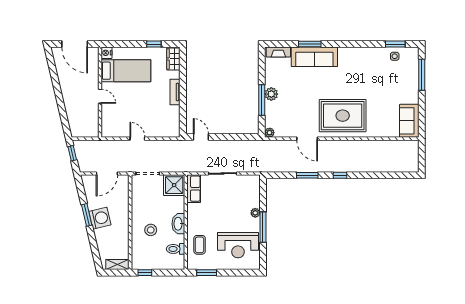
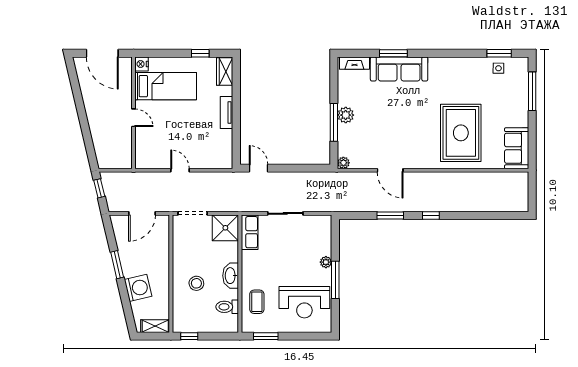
rug: (343, 116) -> (461, 133), moved, turned 90
washing machine: (100, 218) -> (138, 288), moved

